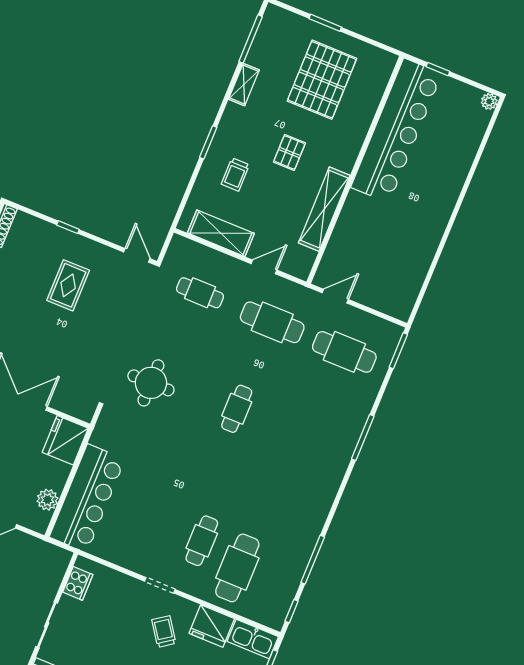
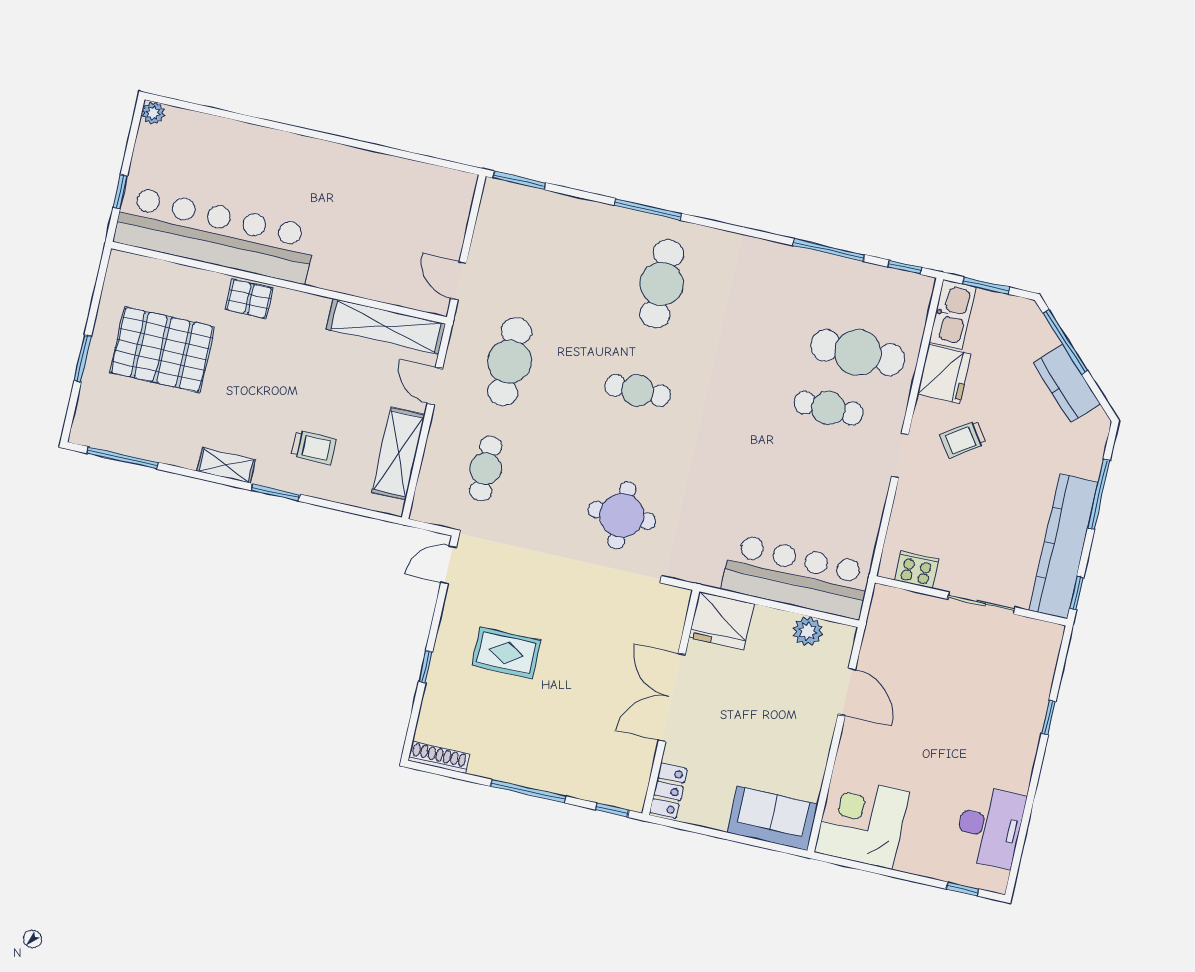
shelving: (244, 85) -> (226, 465), moved
pallet: (289, 152) -> (249, 299), moved
shelving: (324, 209) -> (386, 326), moved
cafe table: (344, 352) -> (662, 284), moved

